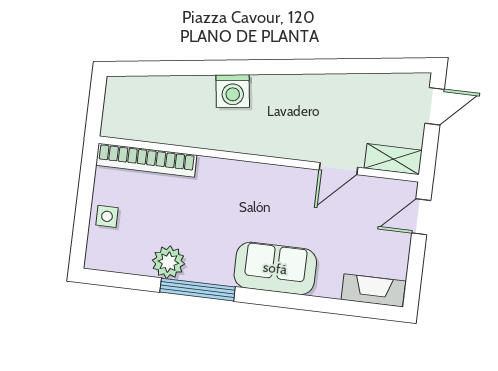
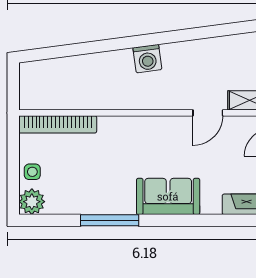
washing machine: (233, 91) -> (147, 59), moved
plant: (168, 262) -> (32, 202), moved

